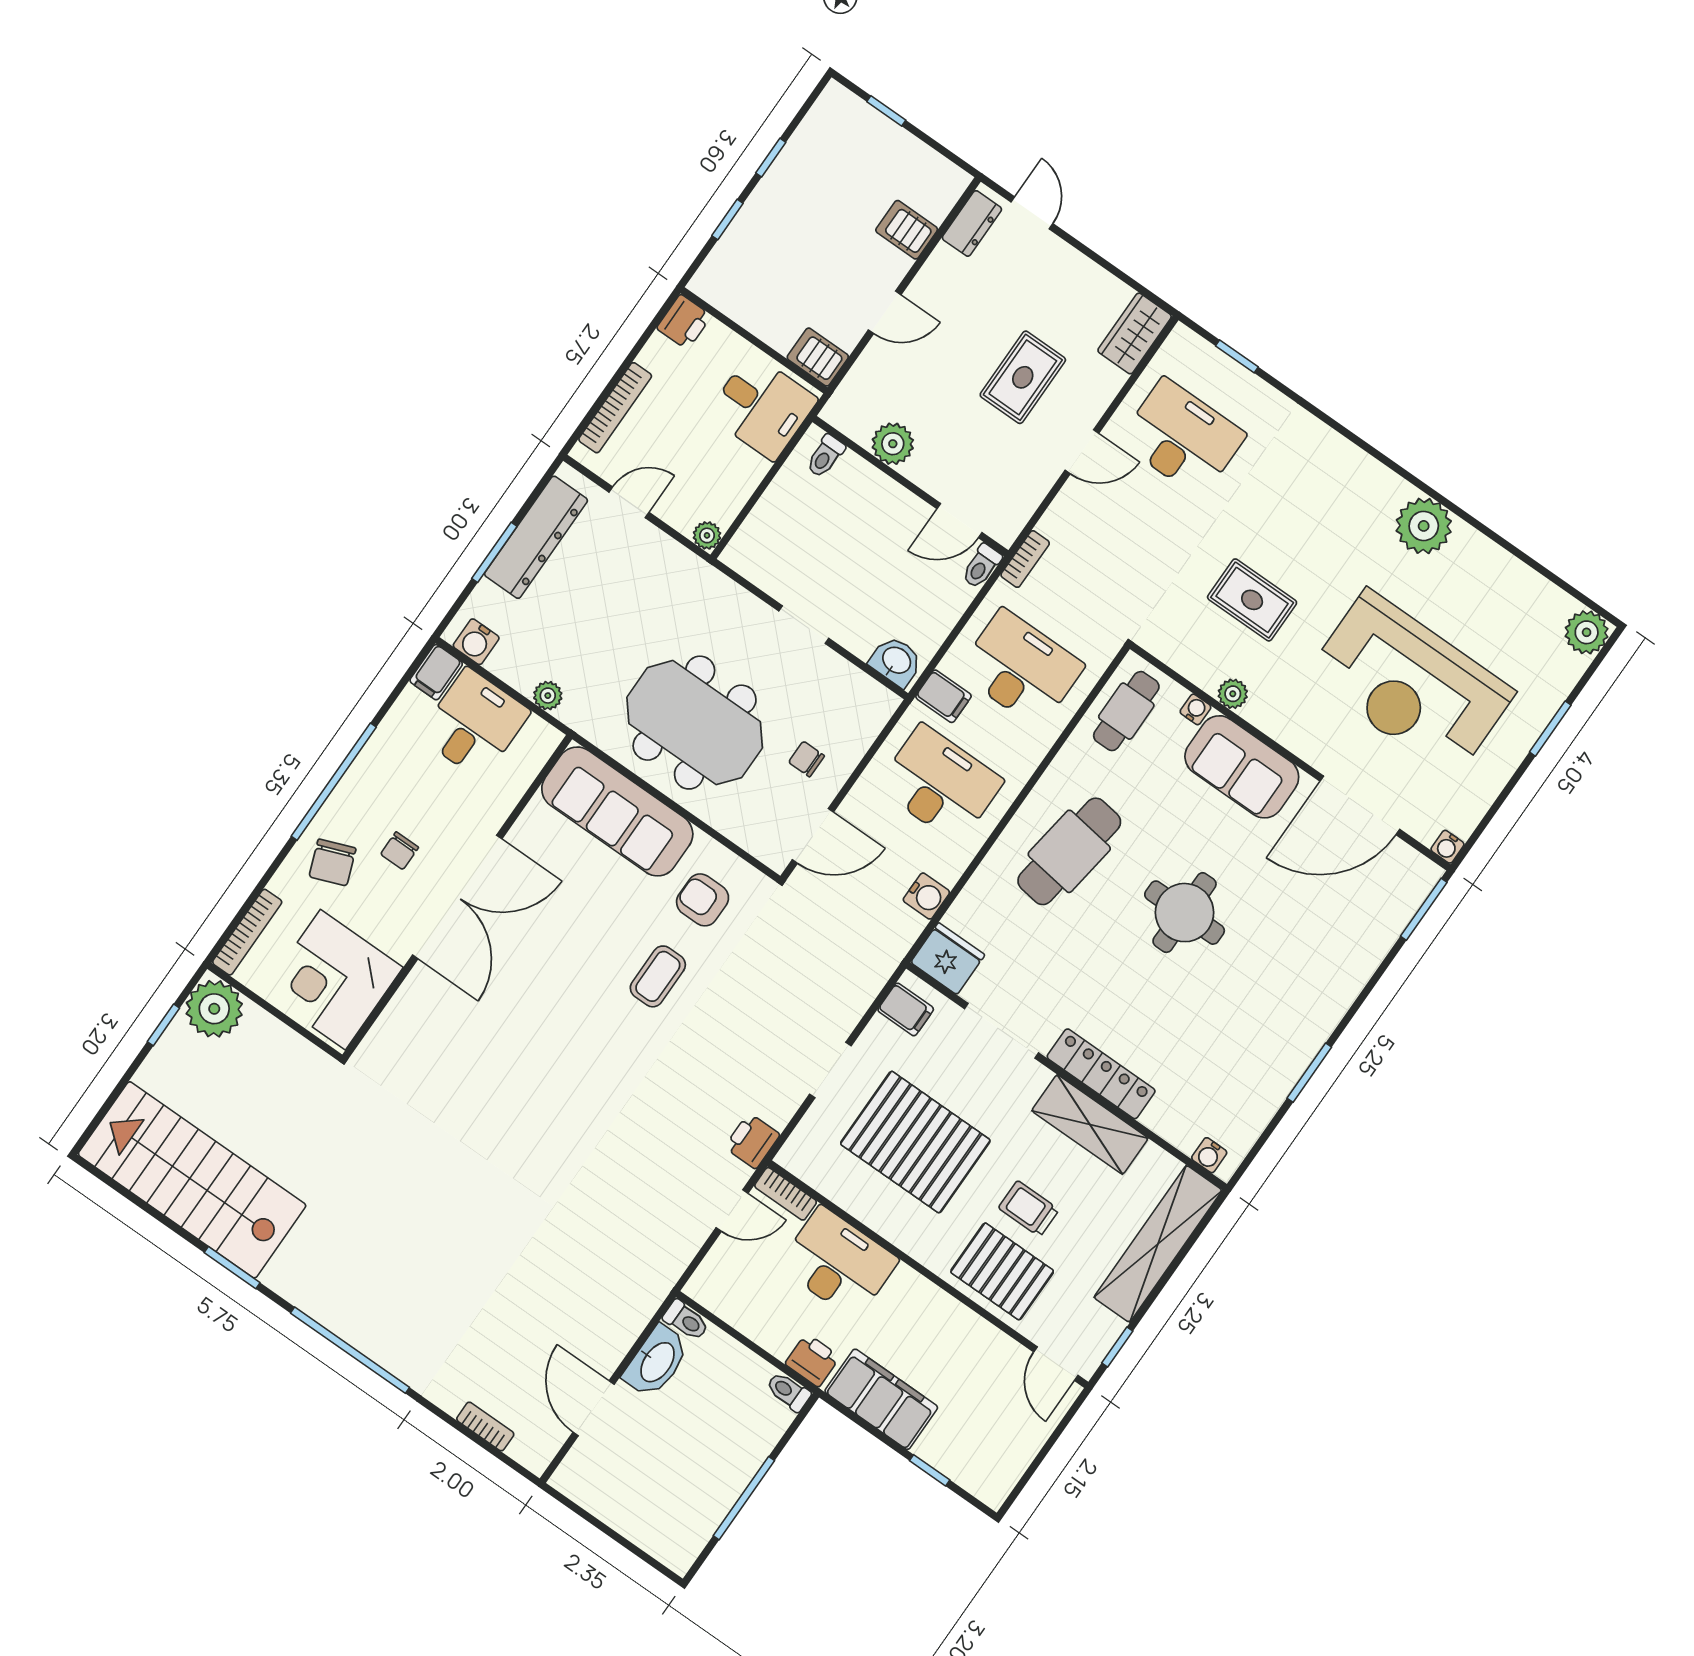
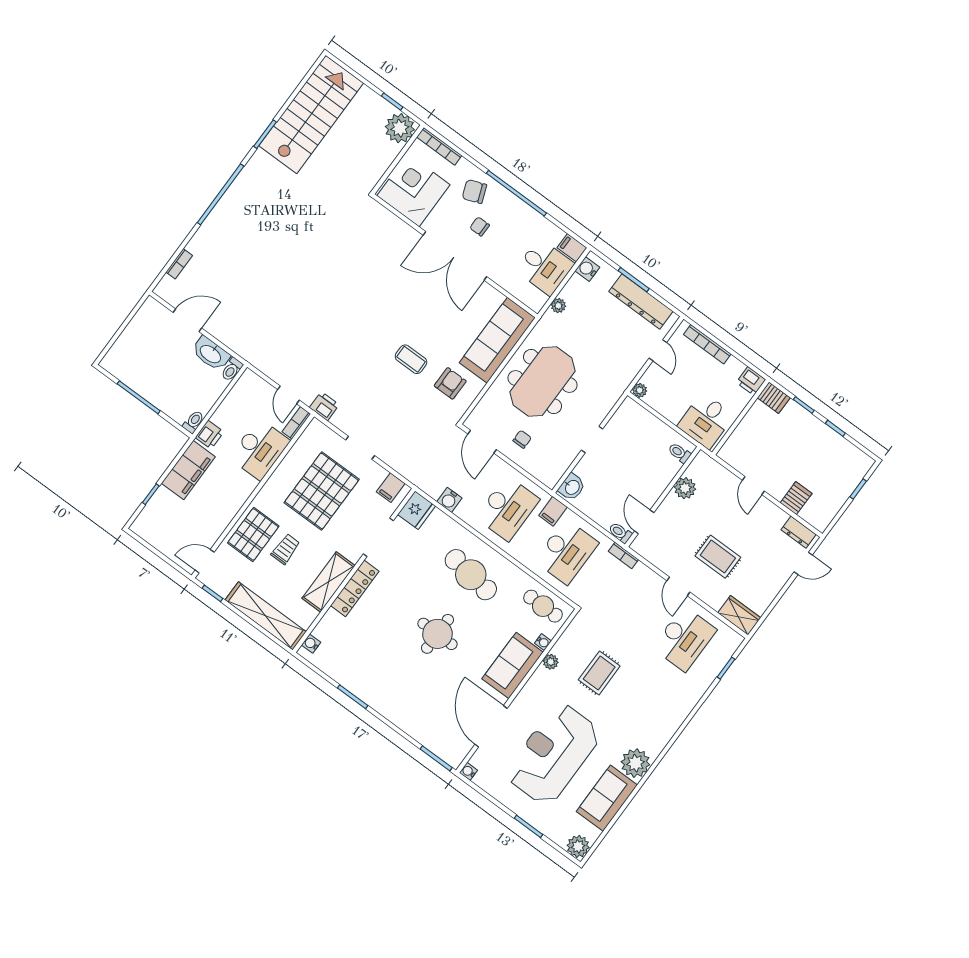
server rack: (818, 357) -> (774, 398), moved, turned 90
sofa: (1492, 579) -> (607, 798), added

